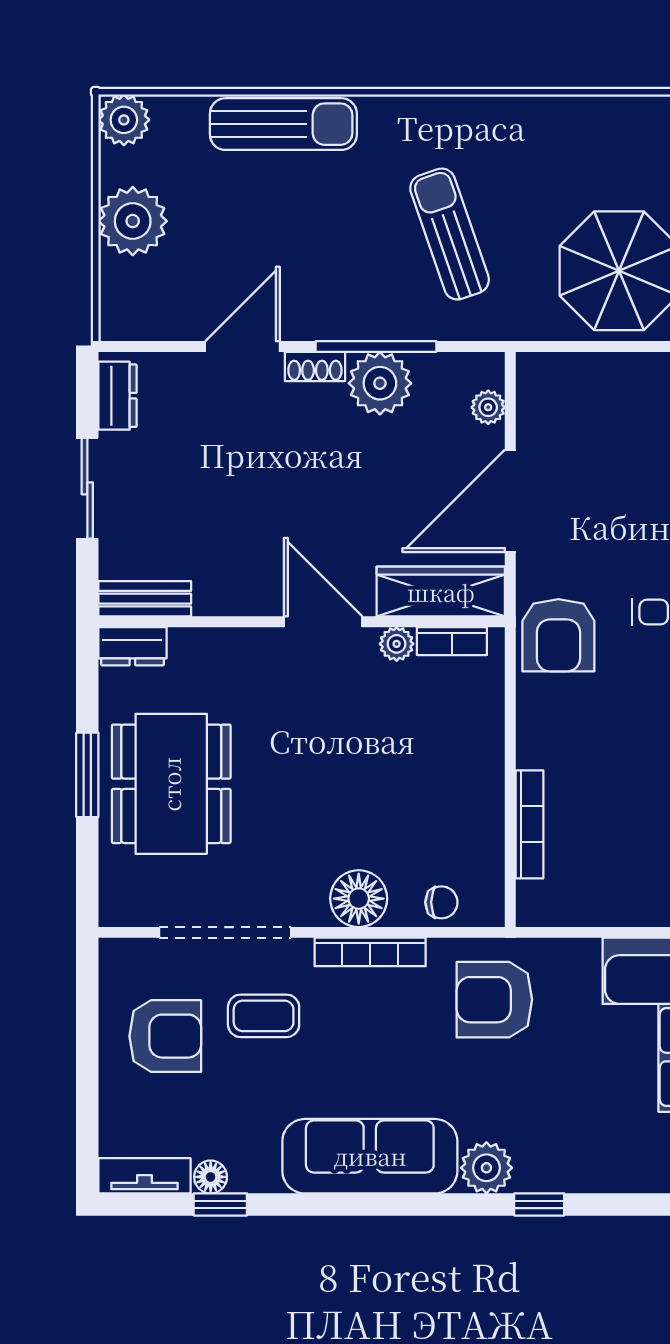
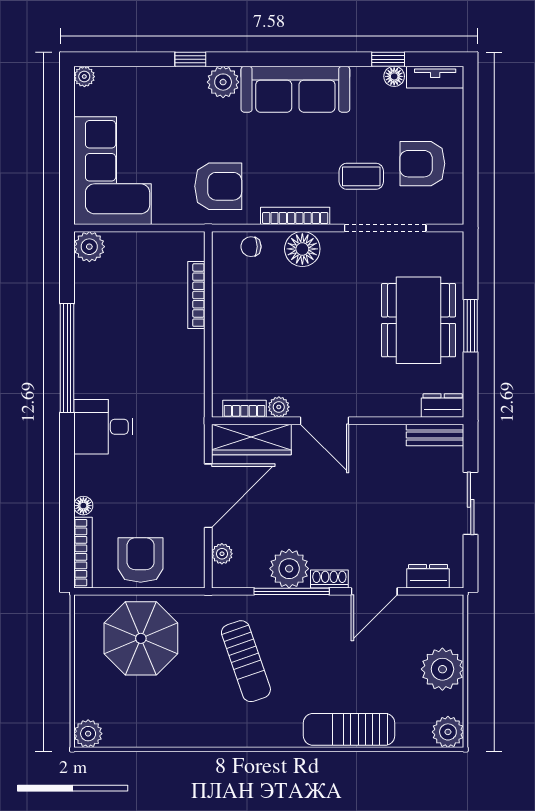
dresser: (117, 396) -> (428, 576), moved, turned 90
armchair: (558, 635) -> (141, 560), moved

